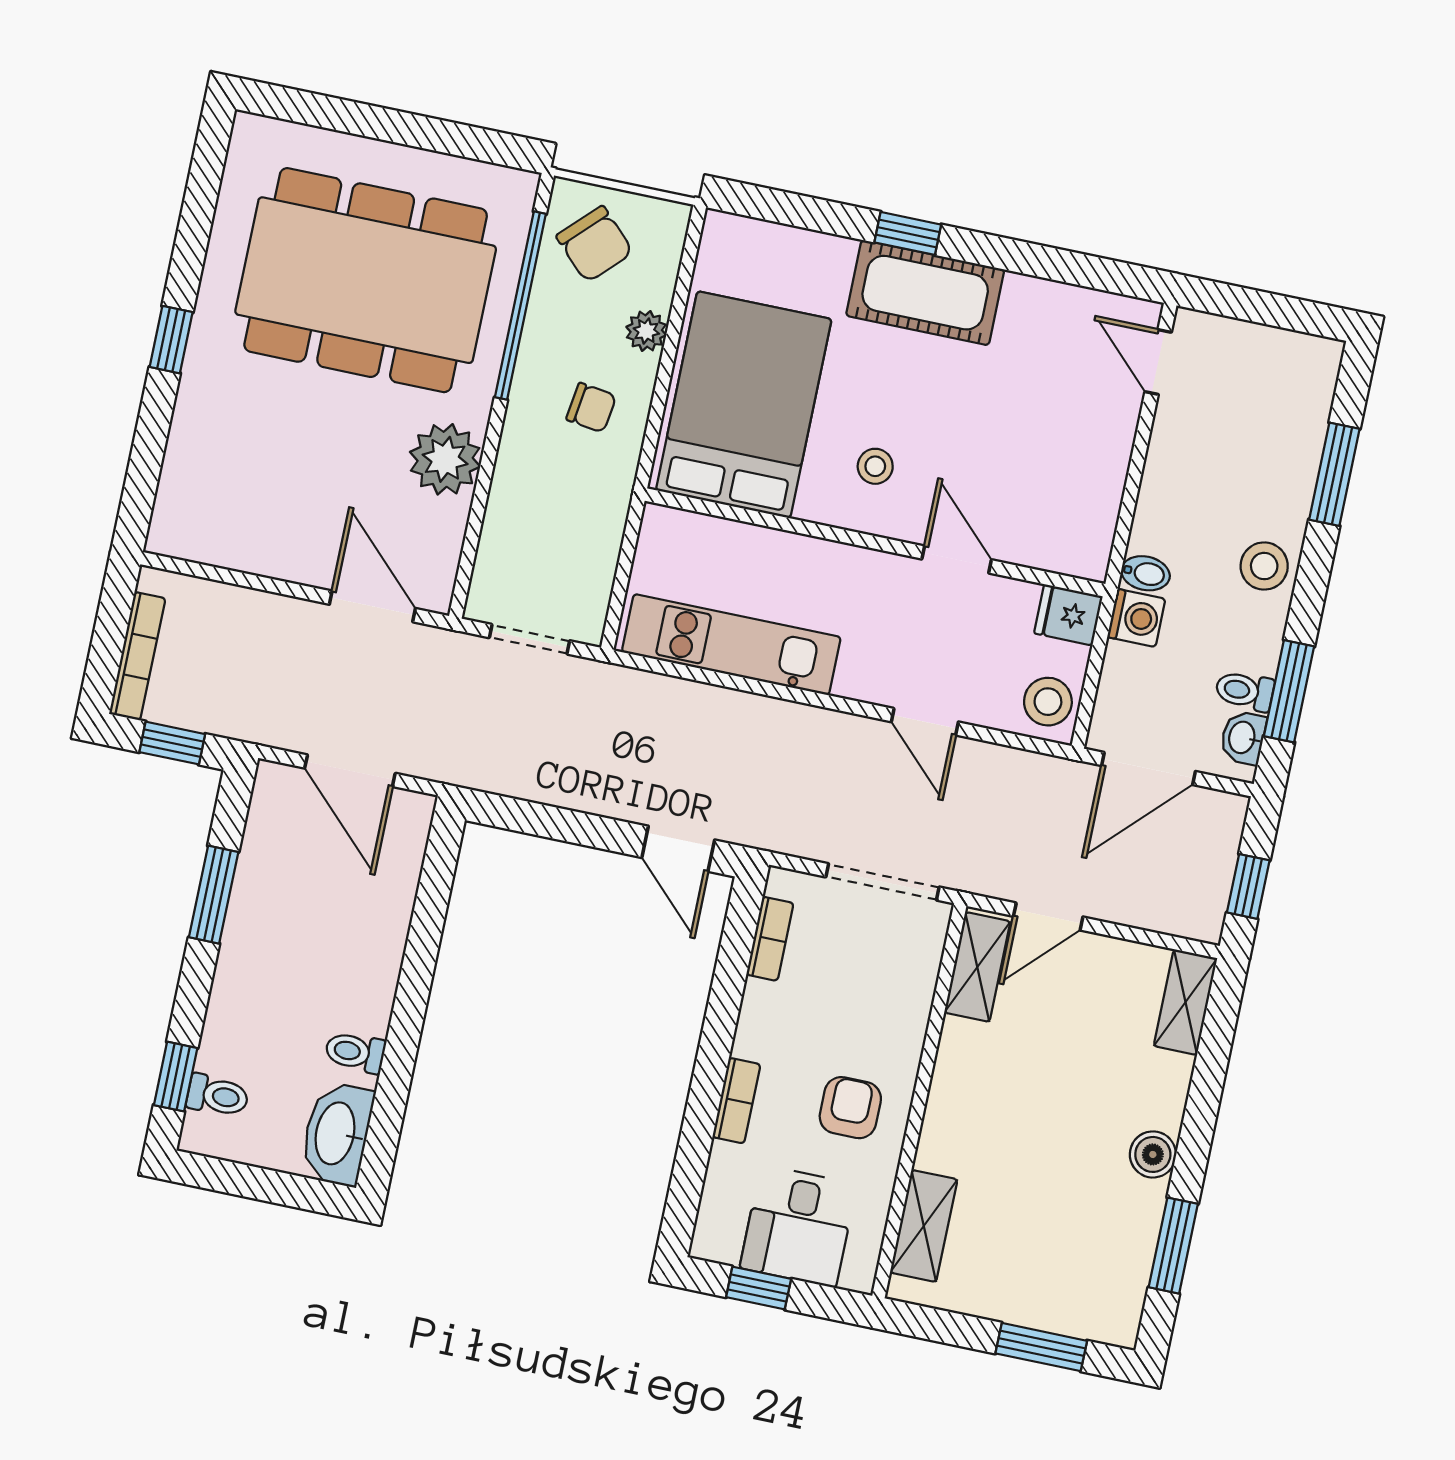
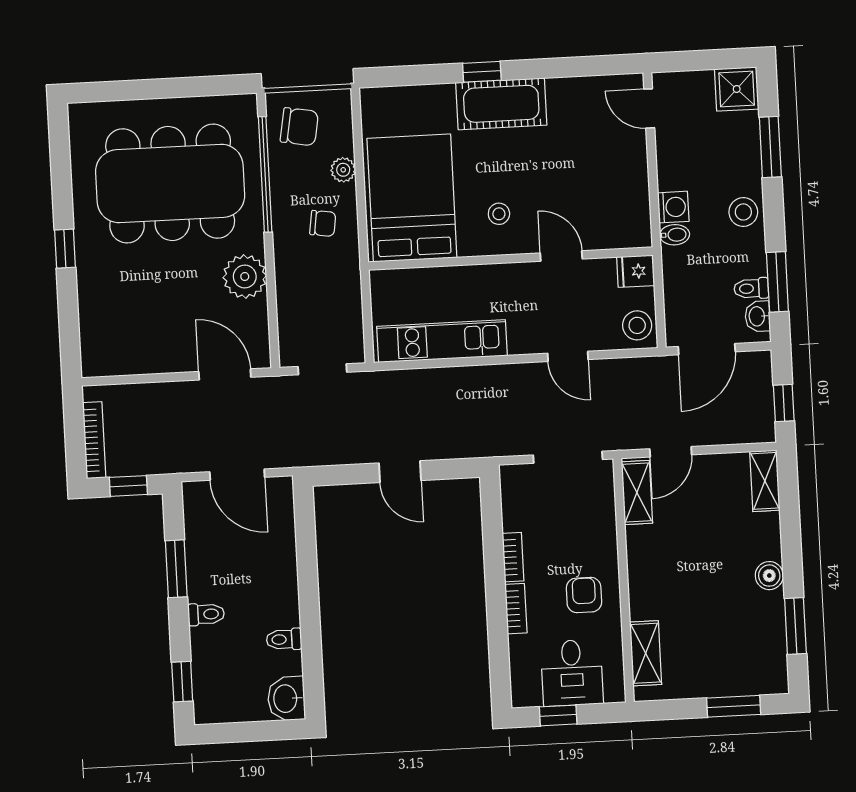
chair: (595, 244) -> (299, 127), turned -35
shower: (1305, 368) -> (737, 89), added
washing machine: (1136, 618) -> (673, 207), moved
door: (678, 849) -> (400, 472), moved
bookcase: (770, 939) -> (513, 557), moved
toilet: (218, 1096) -> (206, 614), moved
washbasin: (337, 1134) -> (286, 699), width x0.72

